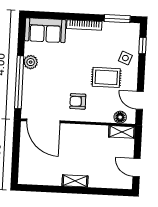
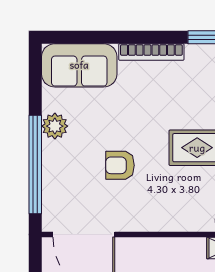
armchair: (78, 101) -> (120, 165), moved

